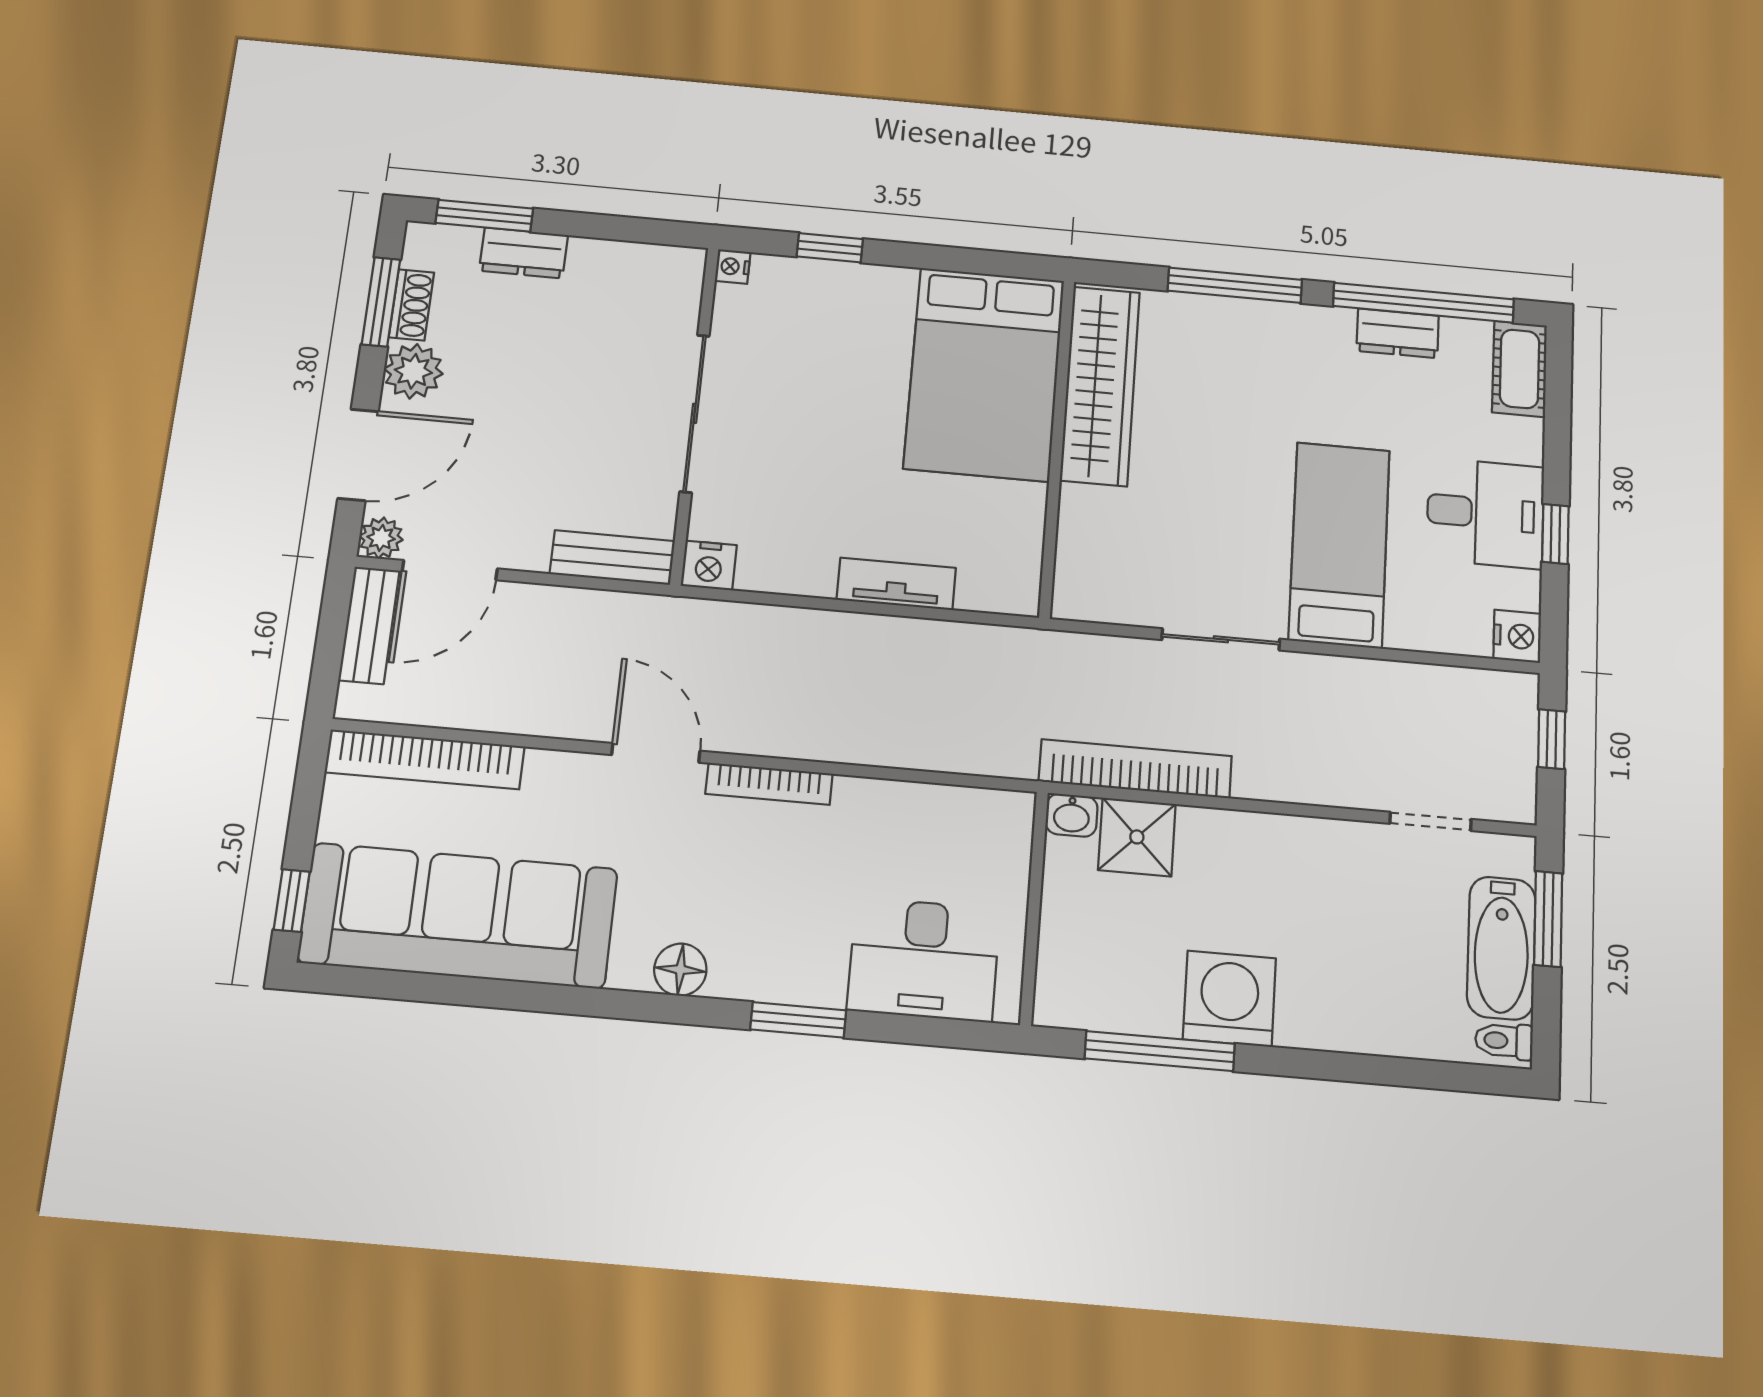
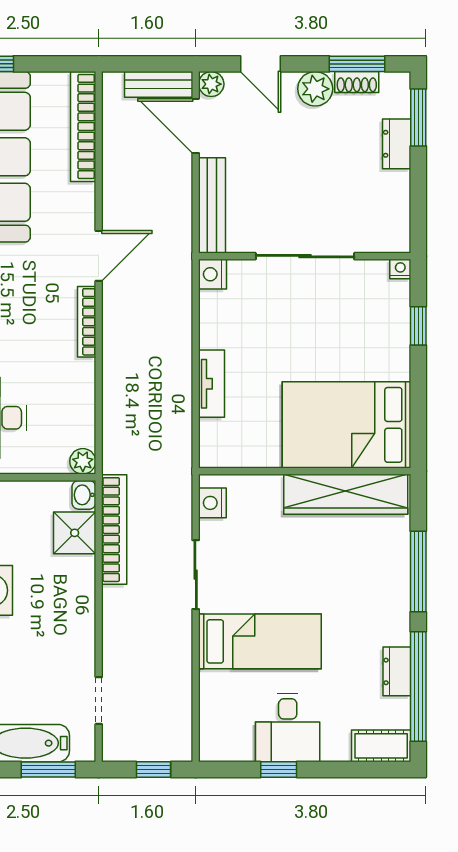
door: (358, 455) -> (260, 64), width x0.73
bench: (612, 557) -> (212, 205), width x1.36
nightstand: (1517, 636) -> (212, 503), moved, turned 90
plant: (1013, 812) -> (83, 461), added

